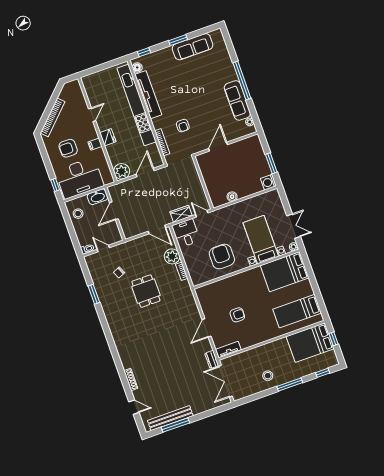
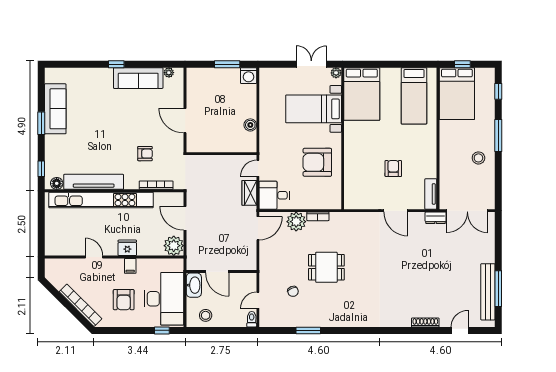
window: (242, 80) -> (116, 64), width x0.32

